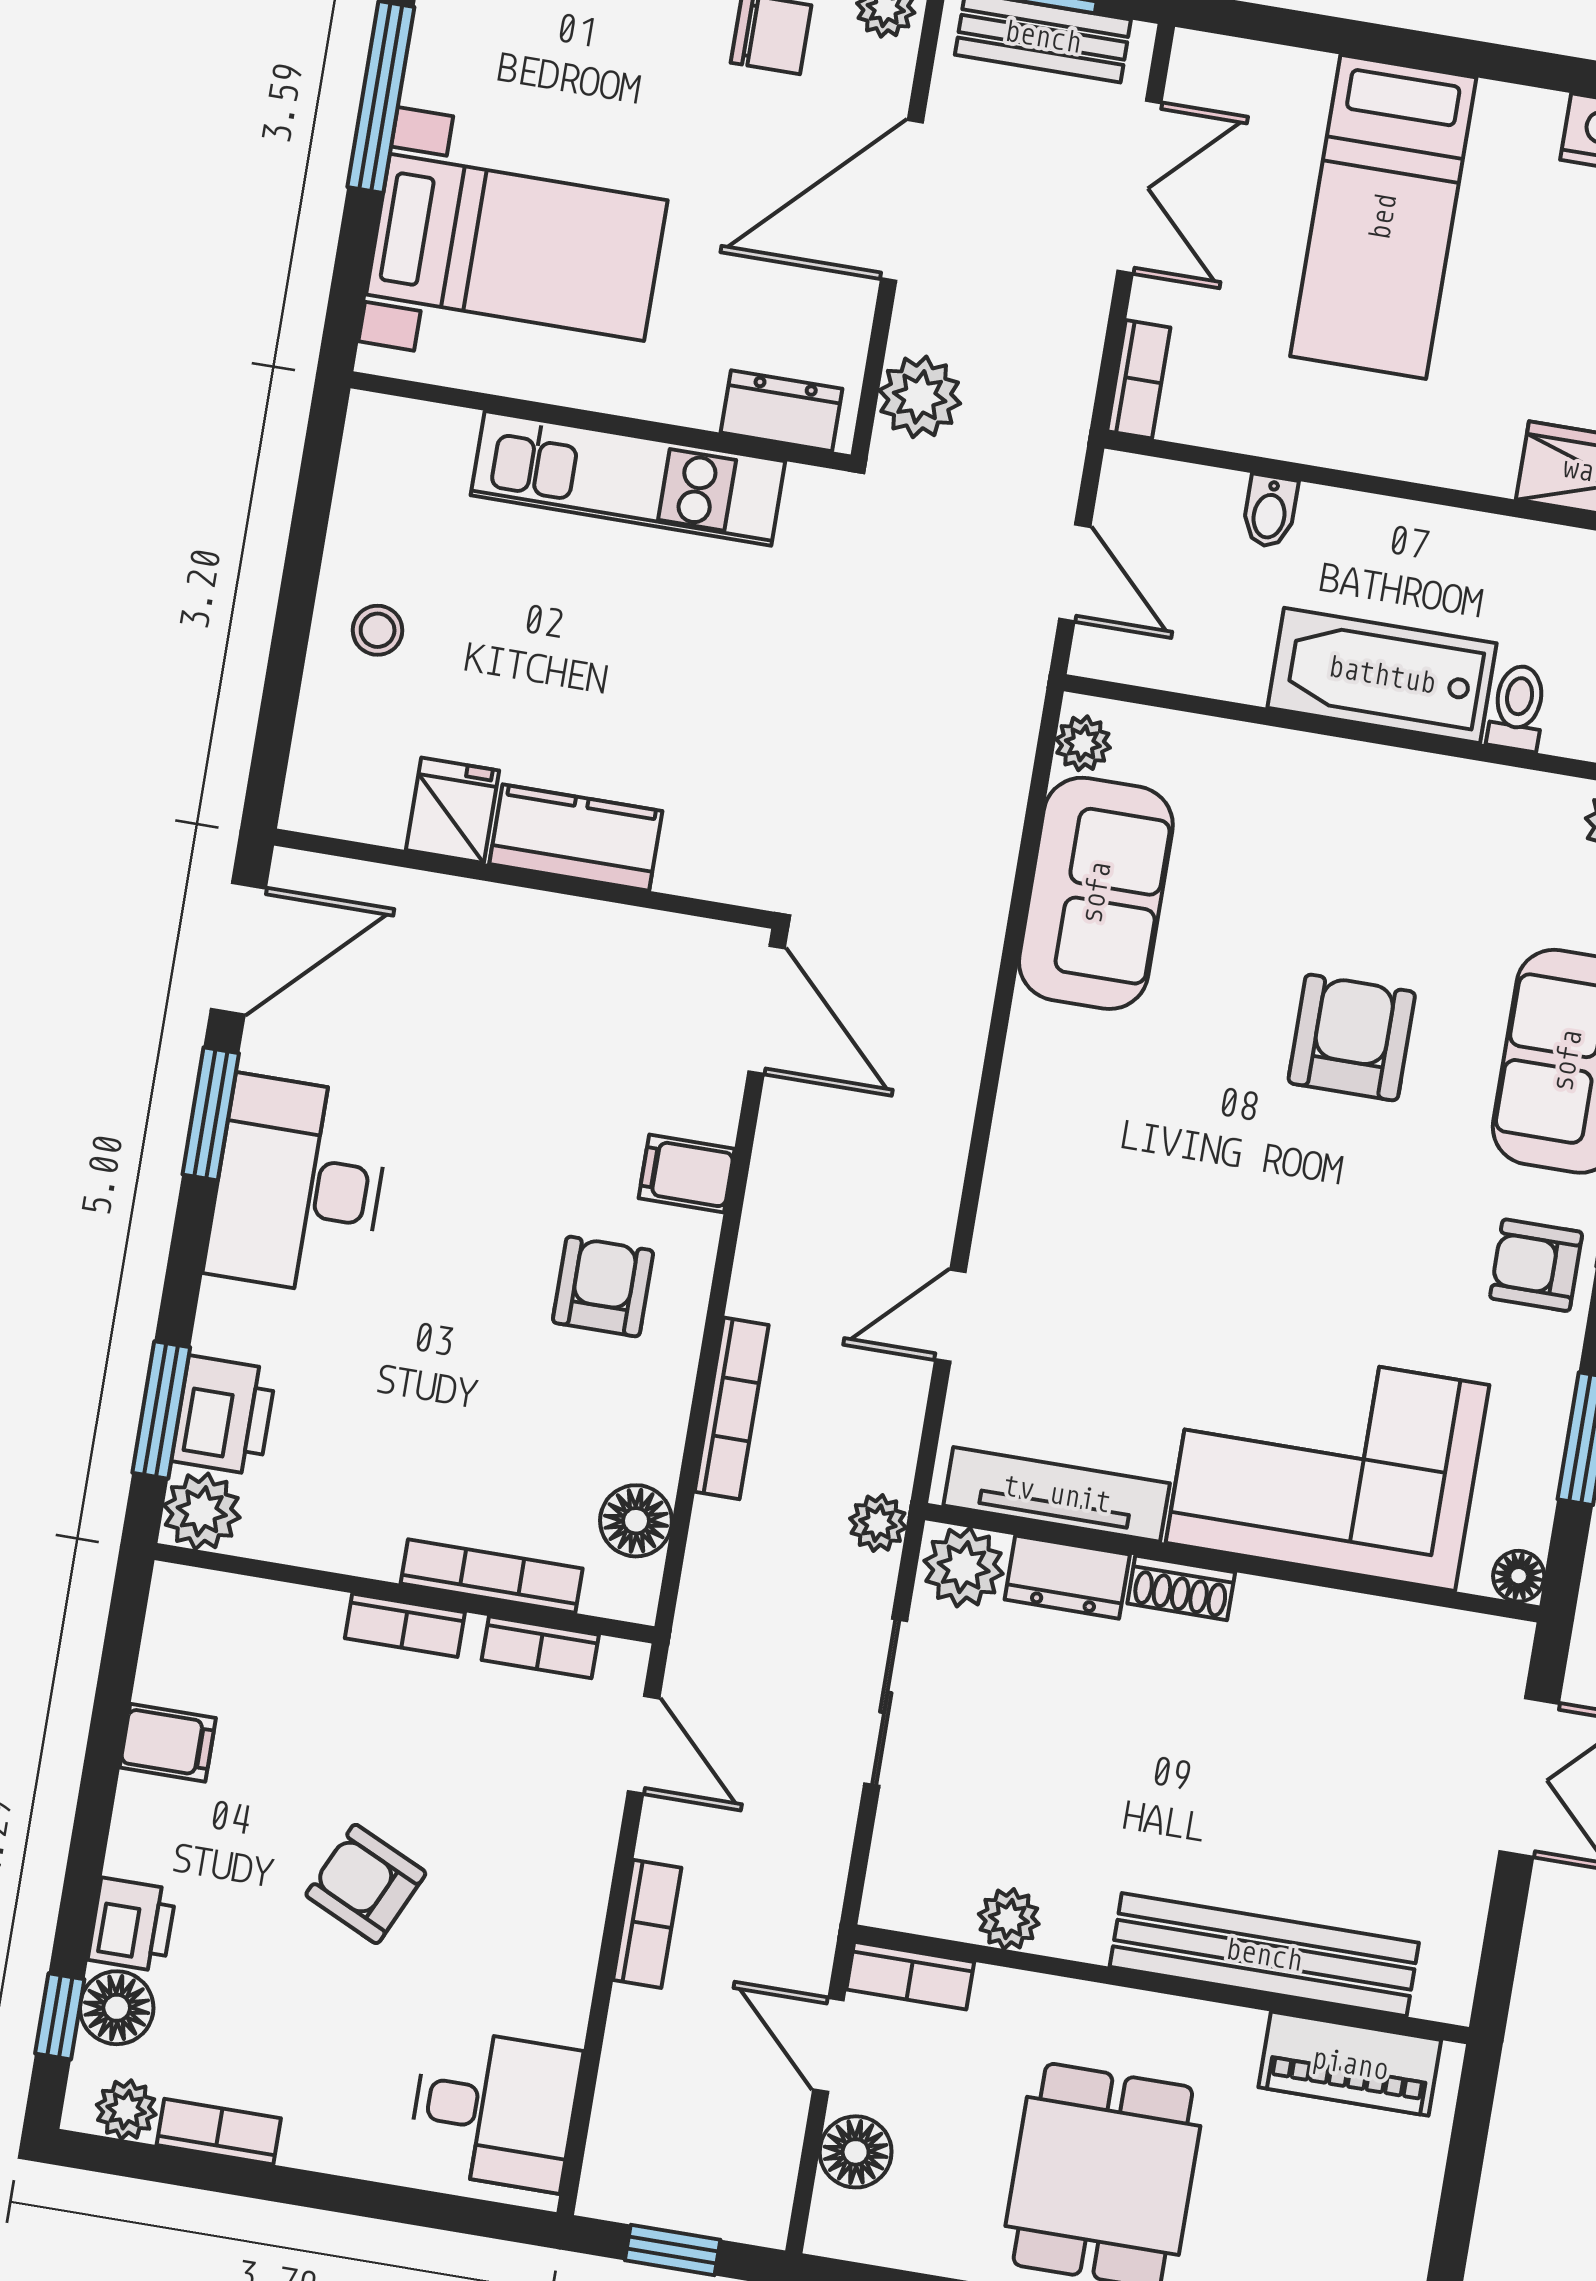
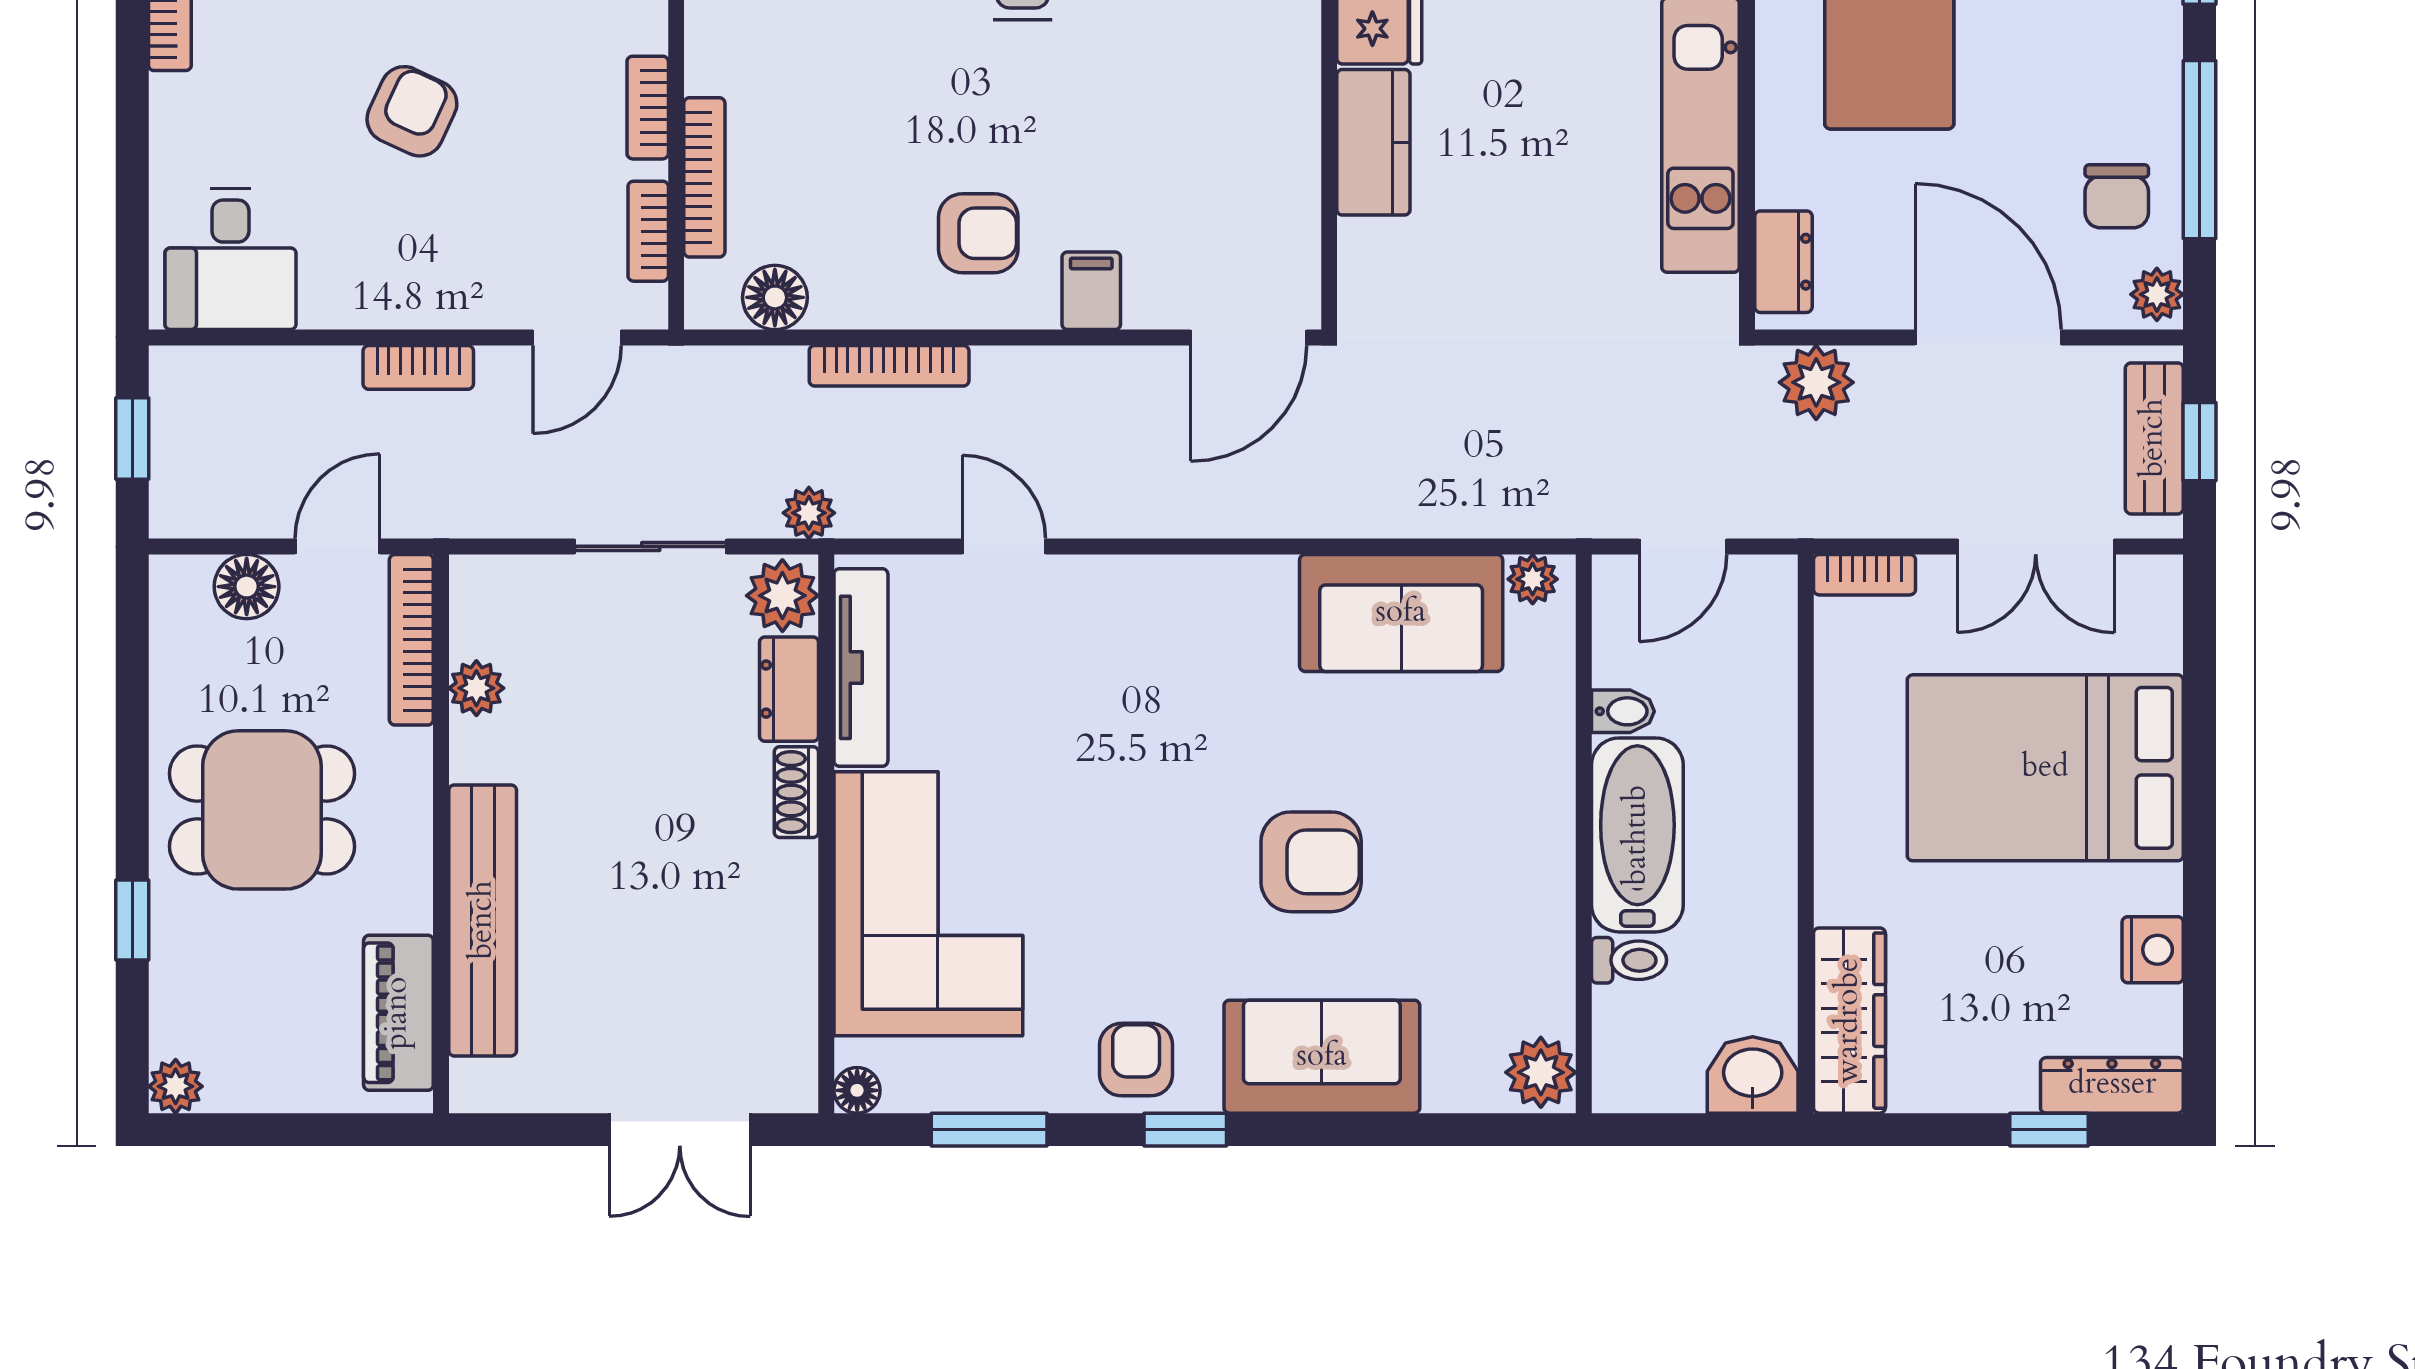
bed: (1383, 217) -> (2045, 768), width x1.50
bidet: (1270, 511) -> (1623, 711), moved, turned 180
bookcase: (910, 1976) -> (411, 640), width x1.56

